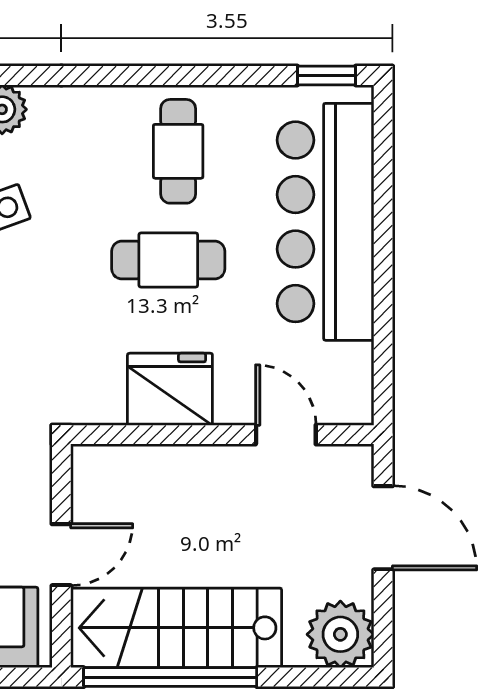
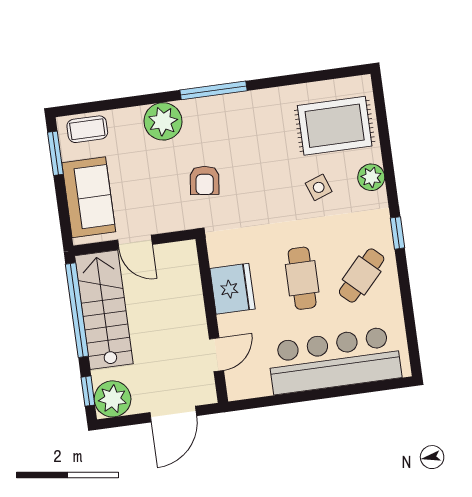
window: (327, 76) -> (397, 233), moved
cafe table: (178, 151) -> (362, 275), turned -47
window: (320, 677) -> (88, 391), added

